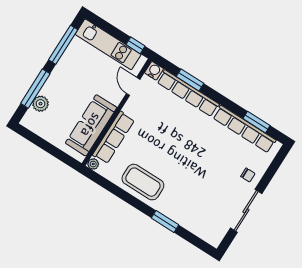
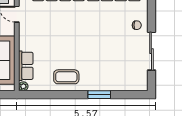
row of seats: (113, 137) -> (26, 66), width x0.68
coffee table: (143, 182) -> (66, 77), width x0.73, depth x0.76

